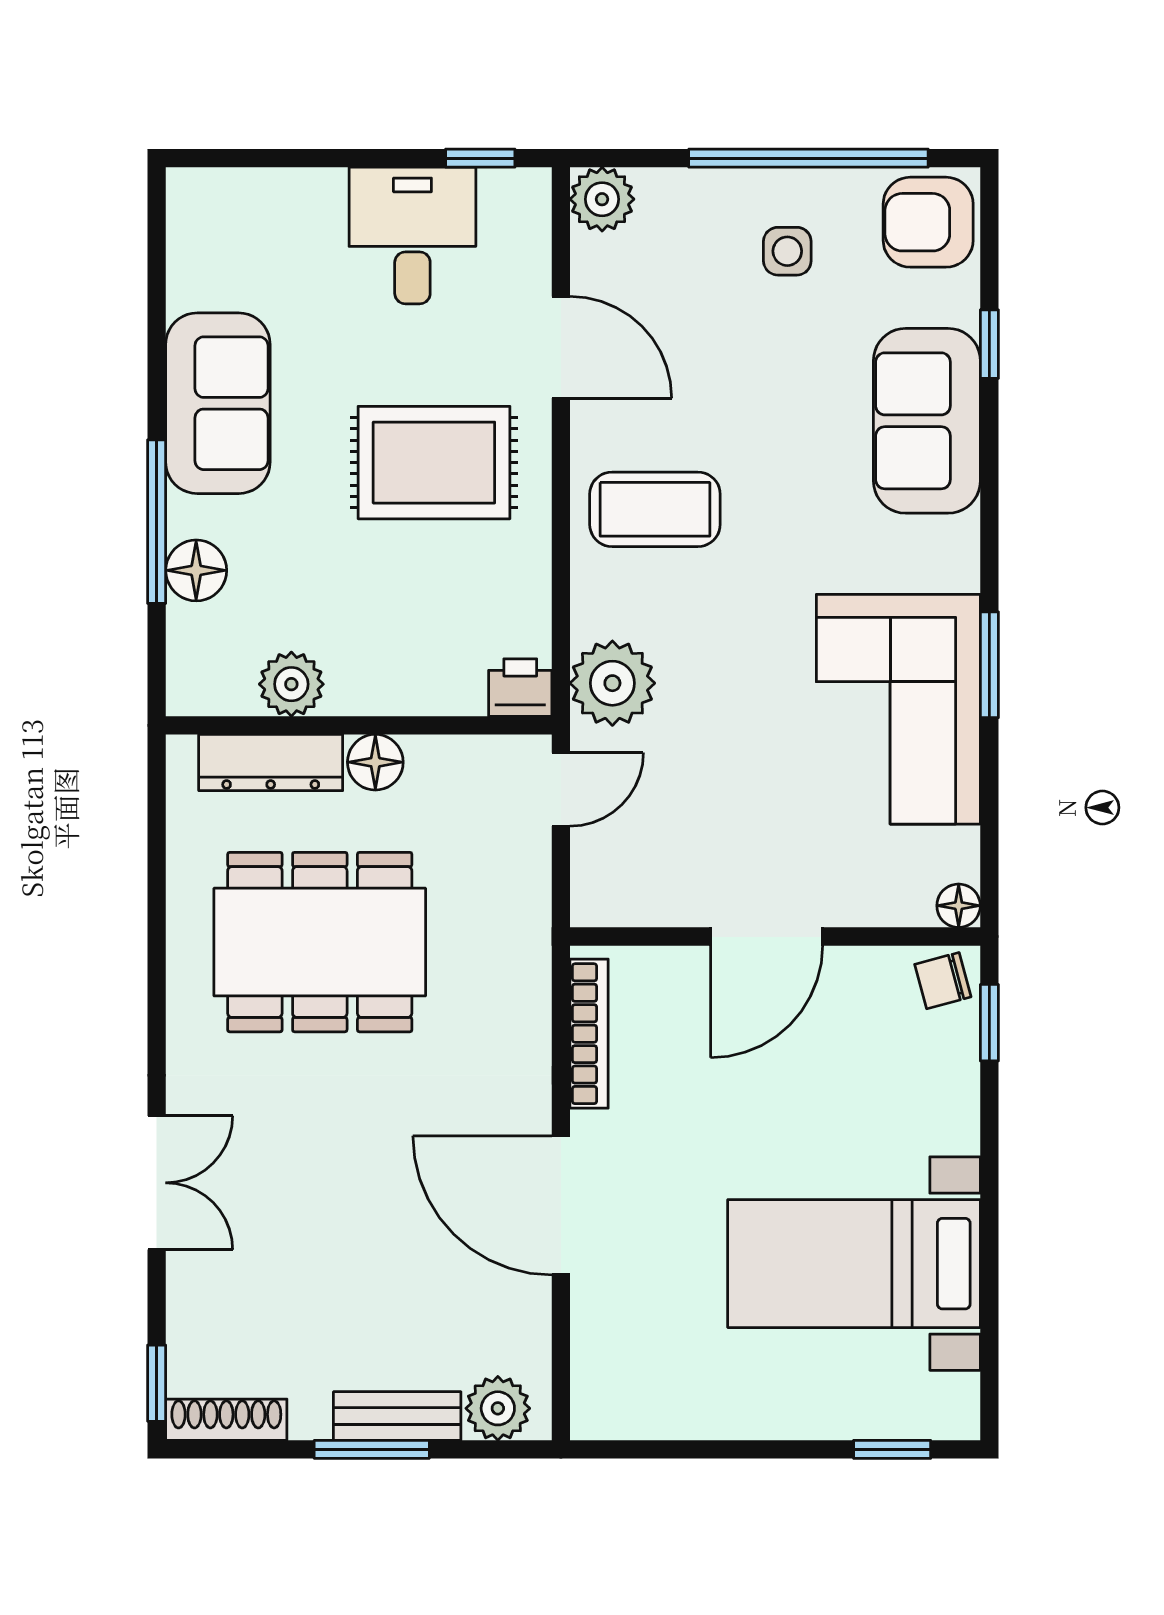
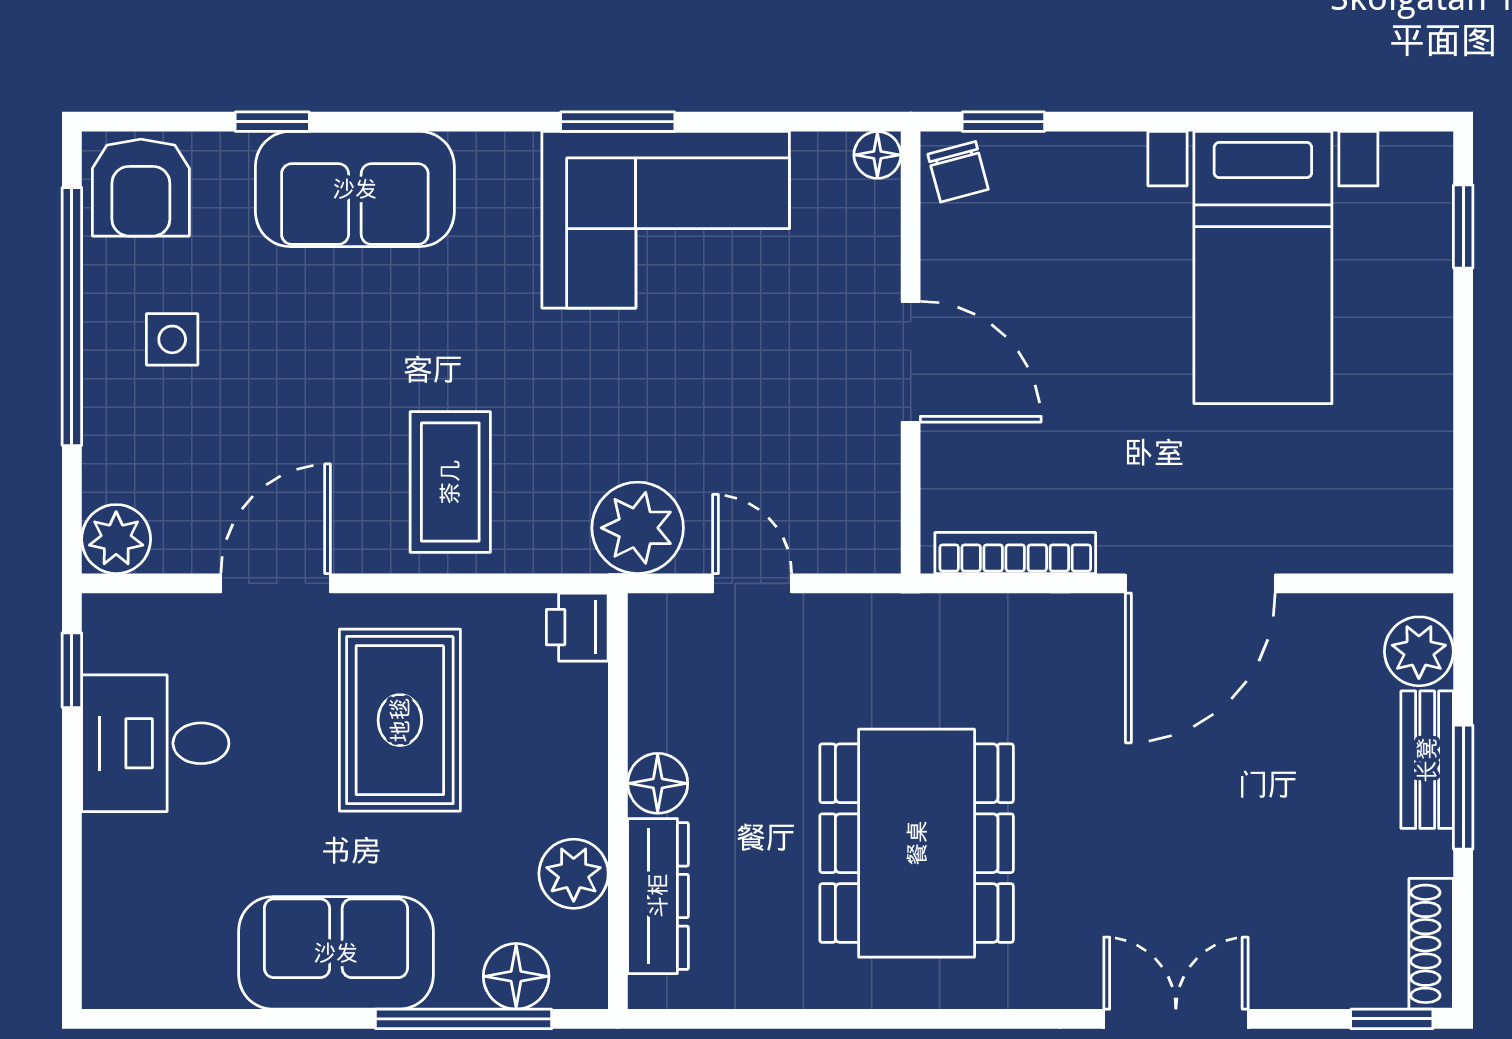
plant: (291, 684) -> (574, 874), moved
printer: (520, 688) -> (577, 627), moved
wall: (359, 725) -> (618, 801), moved
floor lamp: (375, 762) -> (658, 783), moved
dresser: (271, 763) -> (658, 896), moved

